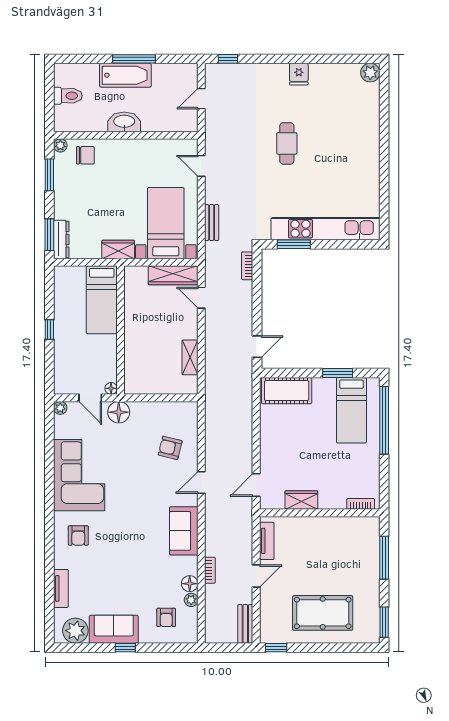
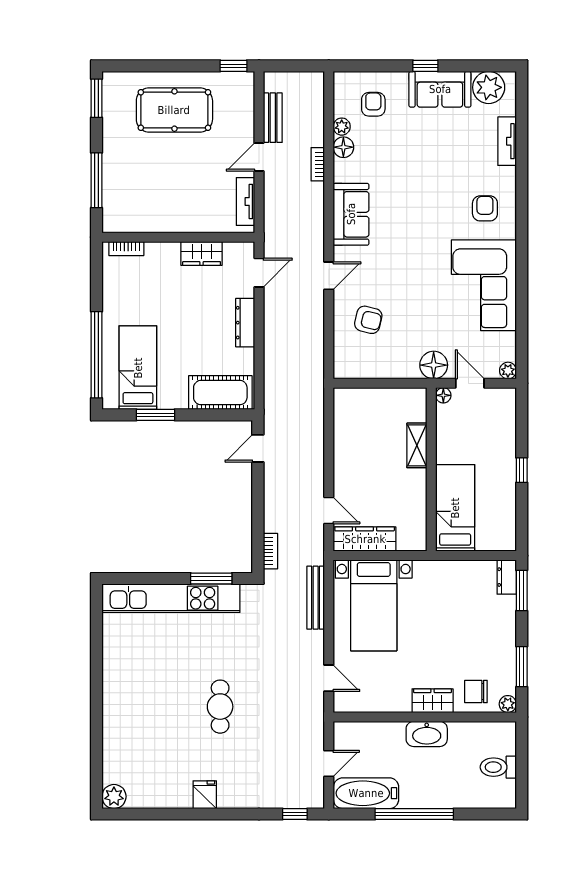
window: (134, 59) -> (414, 814), width x1.46
bathtub: (125, 75) -> (366, 793), moved
bench: (212, 223) -> (316, 598), width x1.36
dresser: (61, 239) -> (507, 577), width x0.70
wardrobe: (118, 249) -> (433, 701), moved, turned 180
shelving: (190, 357) -> (417, 445), moved
dresser: (267, 446) -> (245, 323), added
bench: (245, 624) -> (273, 118), moved

